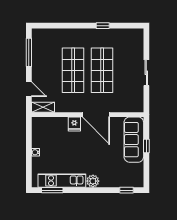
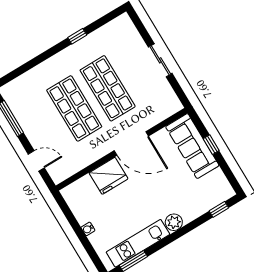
shelving: (43, 107) -> (65, 172), removed
fridge: (74, 124) -> (108, 176), width x1.88, depth x1.34

